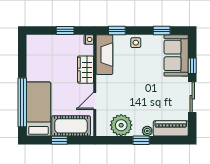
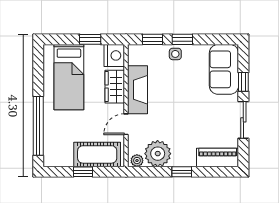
window: (162, 31) -> (182, 39), moved
nightstand: (89, 40) -> (114, 55), width x1.89, depth x1.79
fireplace: (104, 55) -> (138, 90), moved
bed: (38, 109) -> (69, 77), moved, turned 180
plant: (147, 131) -> (137, 161), moved

